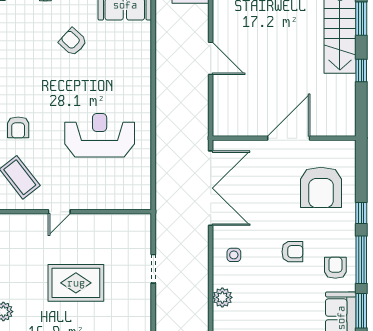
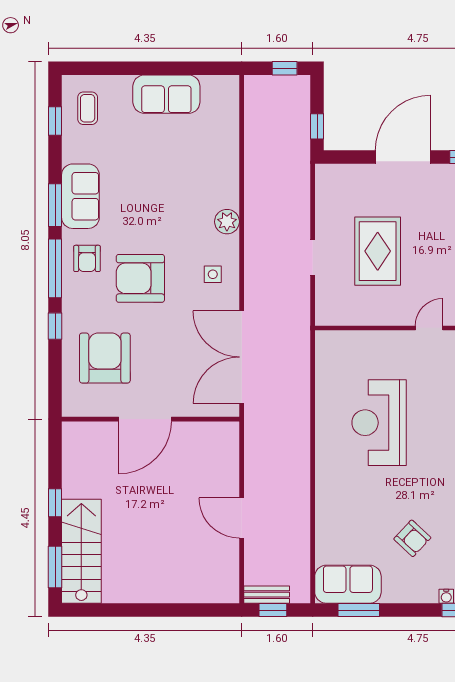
reception desk: (100, 135) -> (379, 423), turned 90
armchair: (292, 252) -> (140, 278), width x1.88, depth x1.88
rug: (76, 283) -> (378, 251), moved, turned 90

